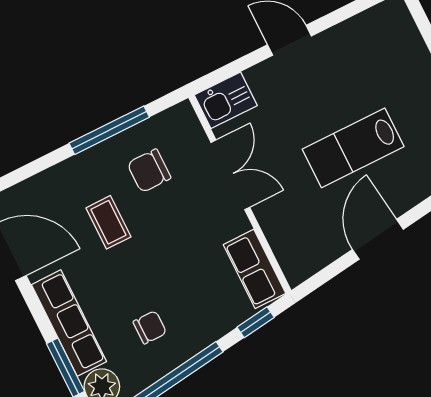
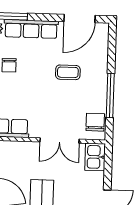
chair: (149, 171) -> (95, 122), moved

